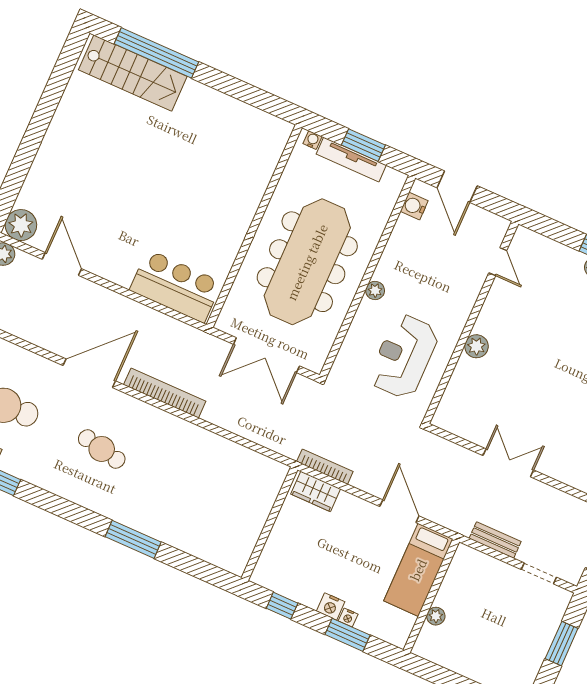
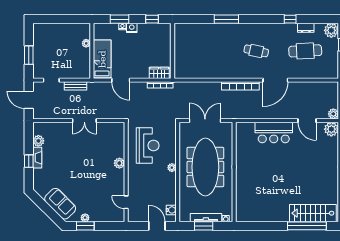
bar counter: (176, 286) -> (274, 132), moved

